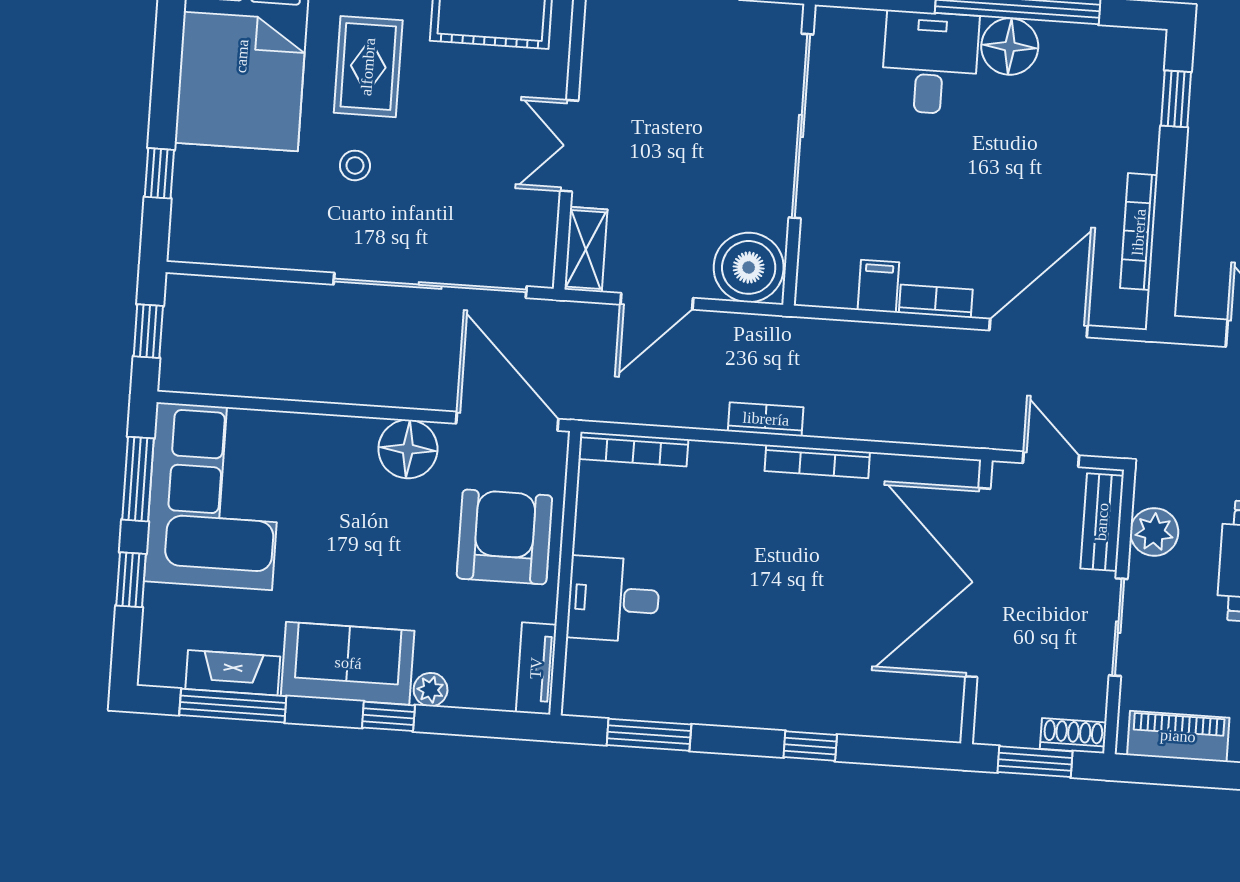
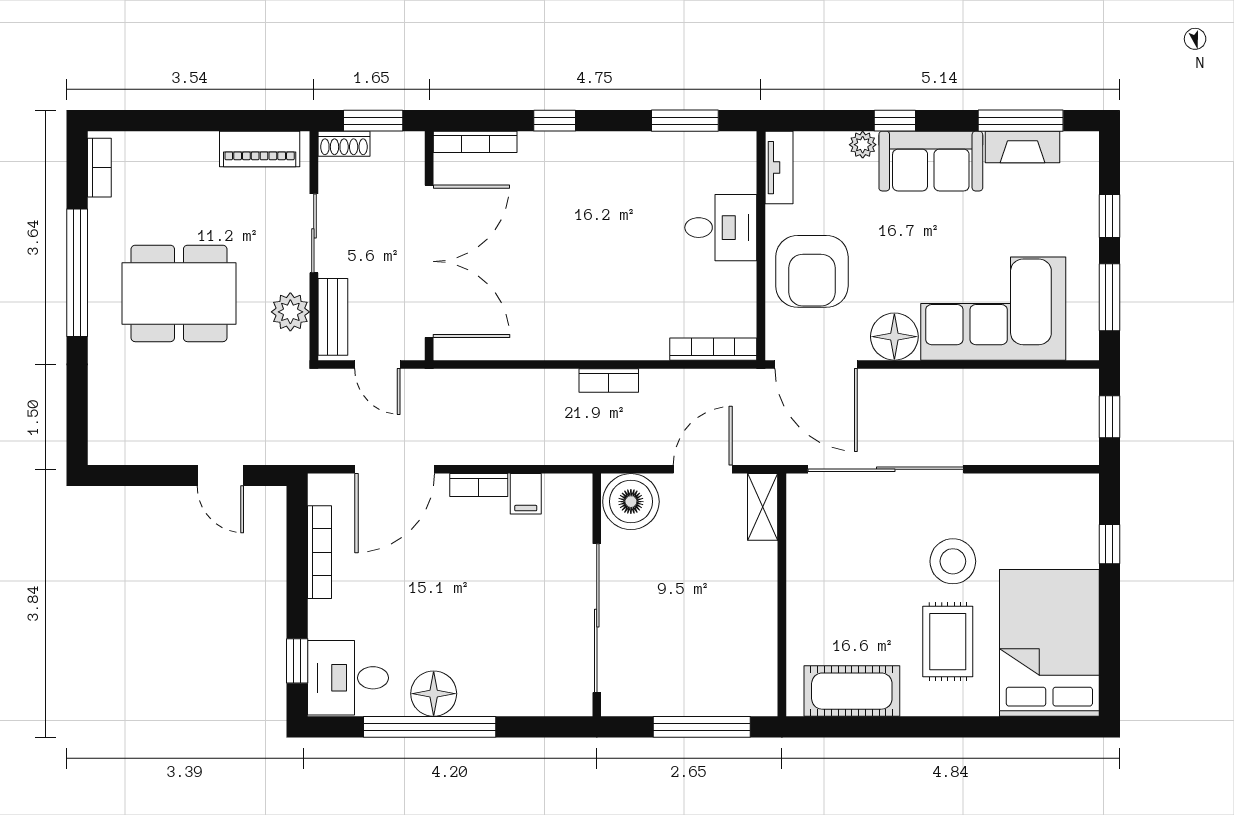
desk: (930, 63) -> (348, 678), moved, turned 90
double door: (569, 146) -> (782, 589), removed
stool: (355, 165) -> (953, 561), width x1.89, depth x1.89
bookcase: (817, 461) -> (475, 142), moved, turned 180
corner sofa: (214, 496) -> (993, 309), moved, turned 90

